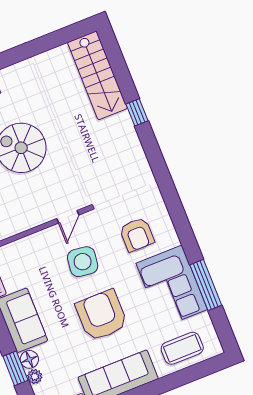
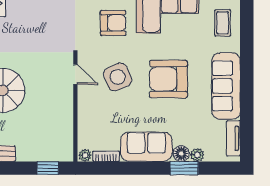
side table: (83, 262) -> (118, 77), turned -30
coffee table: (182, 348) -> (223, 23), width x0.73, depth x0.77

